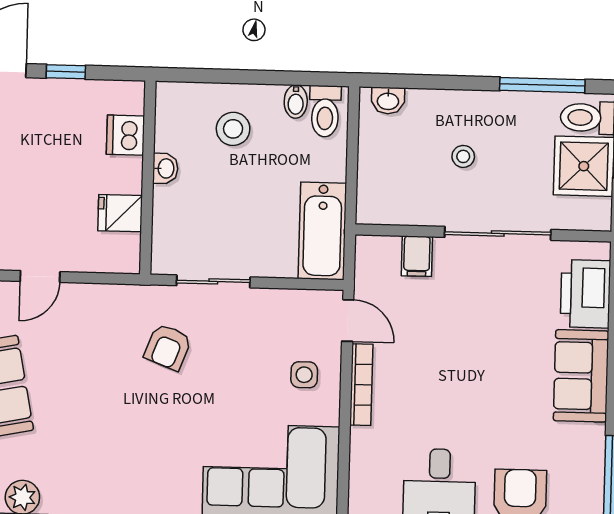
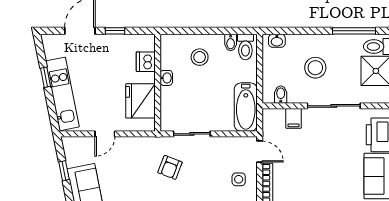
stool: (463, 156) -> (315, 68), width x1.89, depth x1.89
bidet: (393, 208) -> (281, 95), added
fridge: (120, 213) -> (140, 101), width x1.88, depth x1.34

